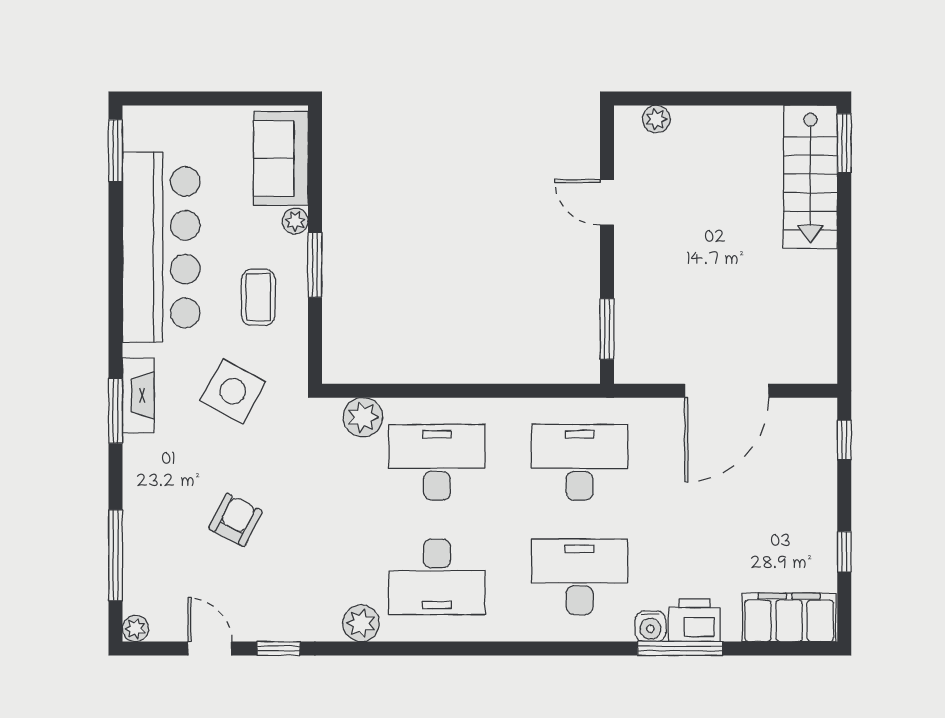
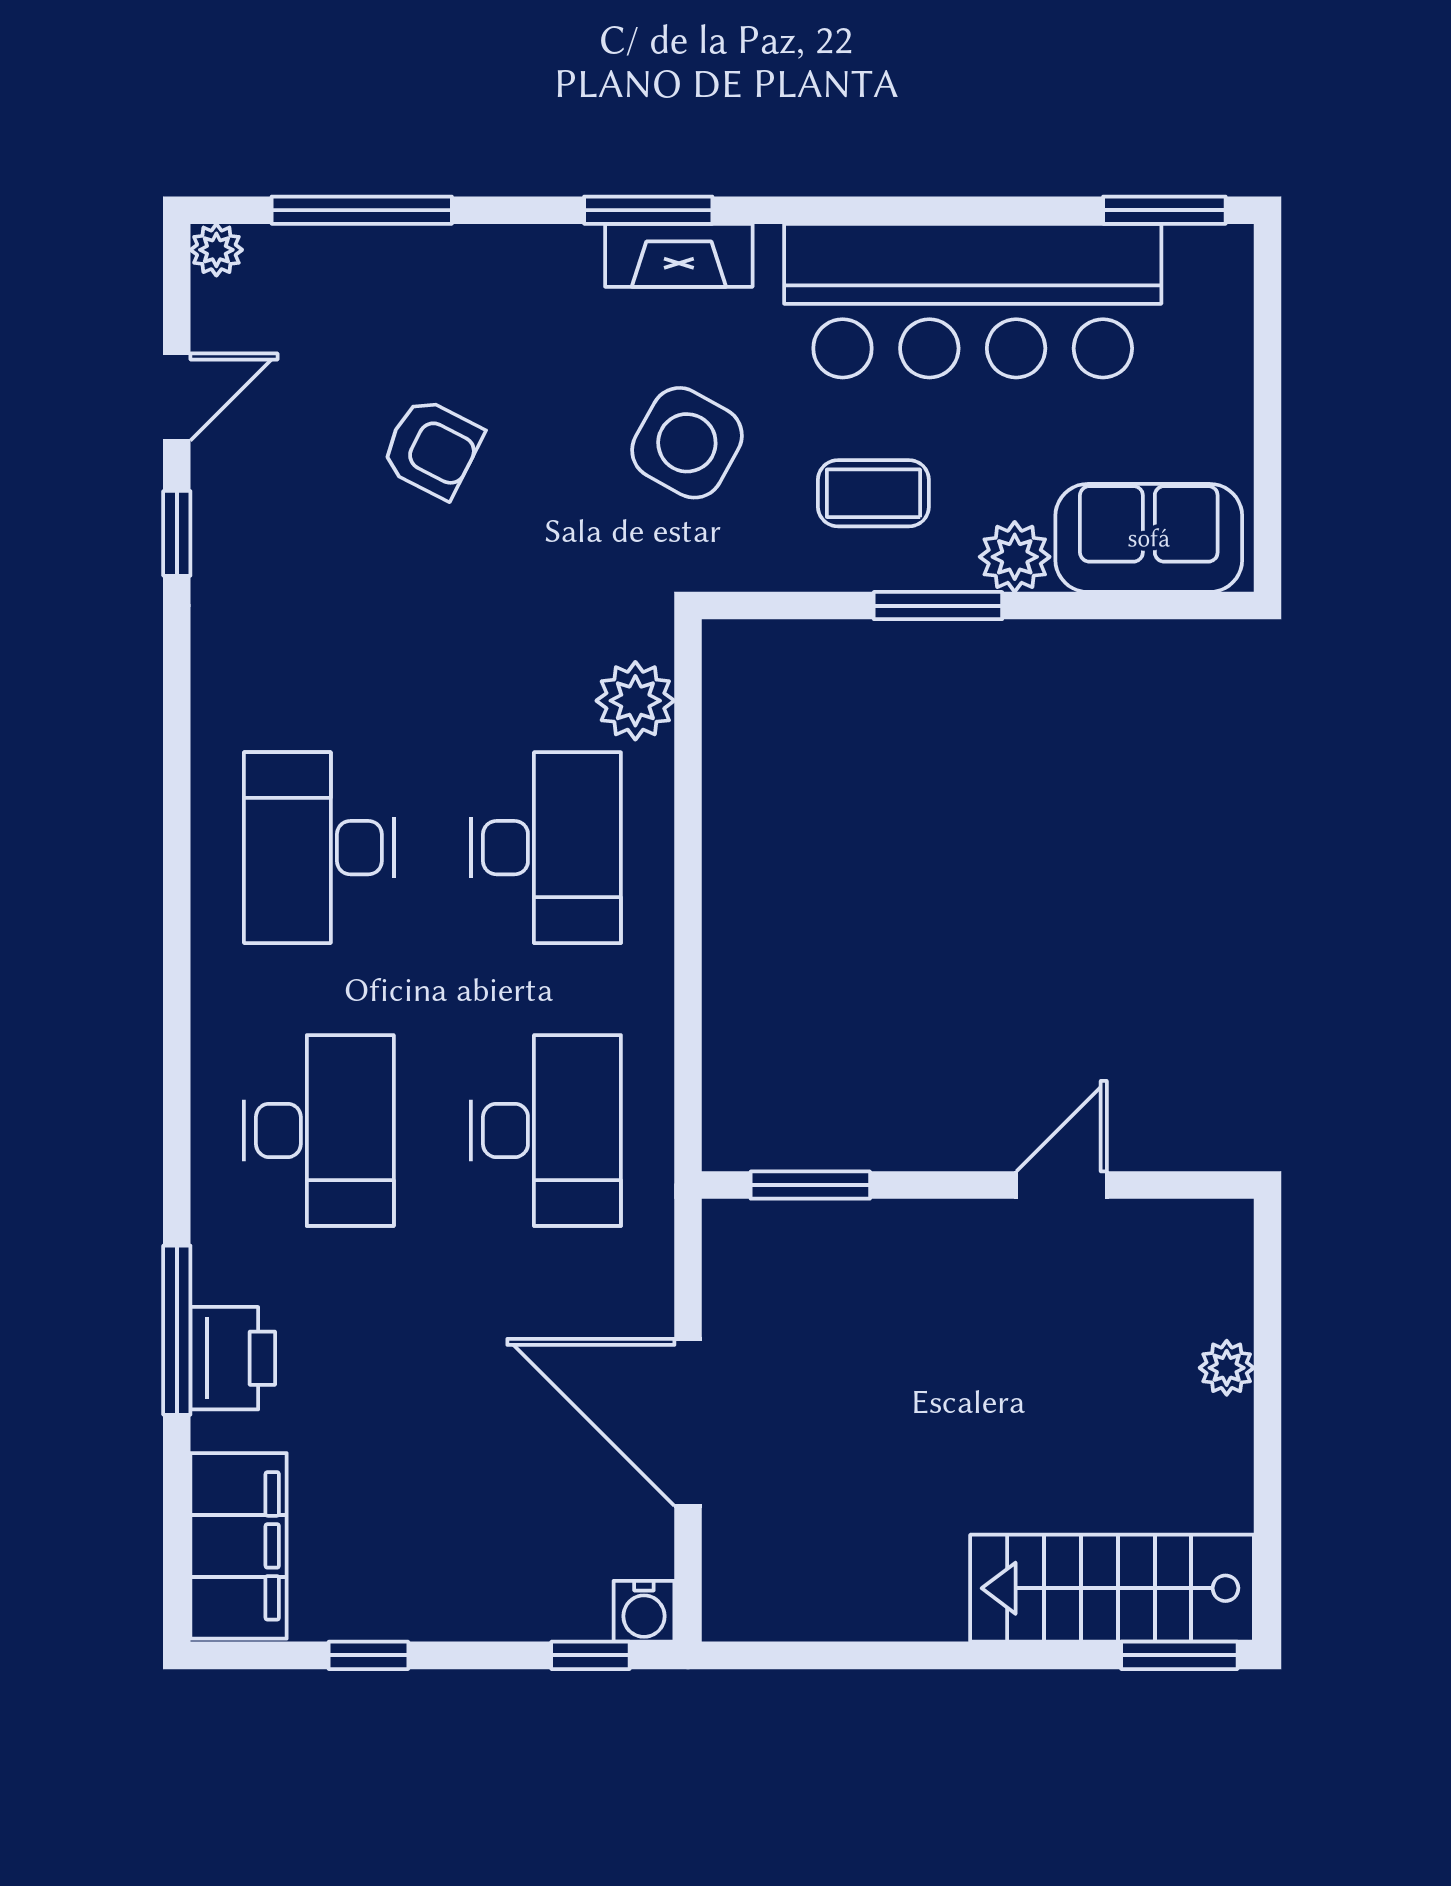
plant: (656, 119) -> (1227, 1368), moved
plant: (295, 221) -> (1015, 557), width x1.38, depth x1.38
plant: (361, 623) -> (227, 697), removed
water cooler: (650, 626) -> (644, 1611), moved, turned -90

